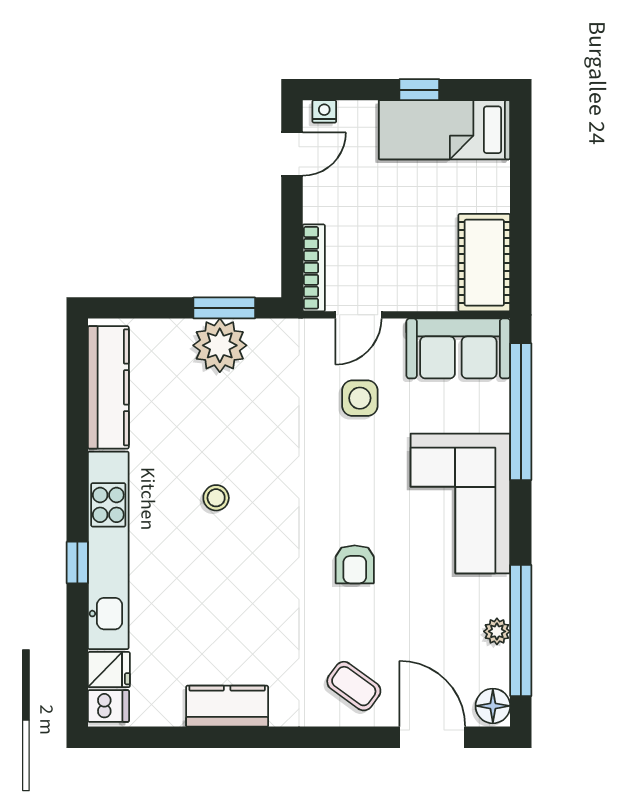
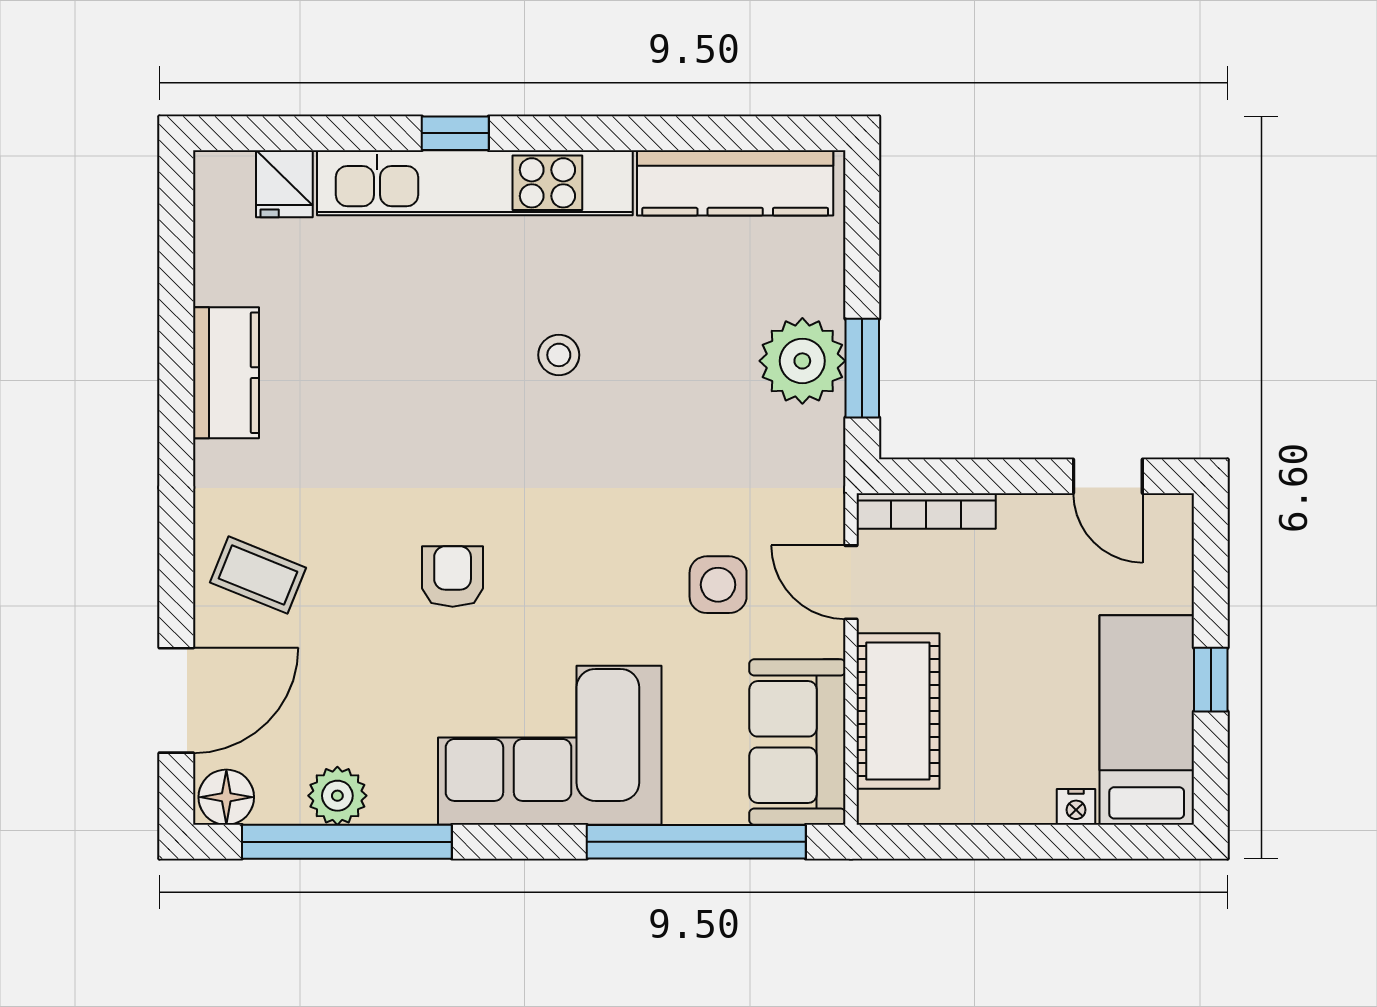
nightstand: (324, 111) -> (1076, 807), moved, turned 90
cot: (484, 263) -> (898, 711), moved, turned 90
armchair: (355, 564) -> (453, 576), turned 90
plant: (497, 631) -> (337, 796), width x1.38, depth x1.38
coffee table: (354, 686) -> (258, 575), turned 76
dishwasher: (108, 706) -> (226, 183), removed

